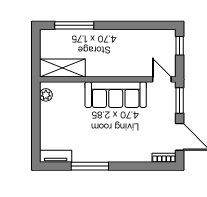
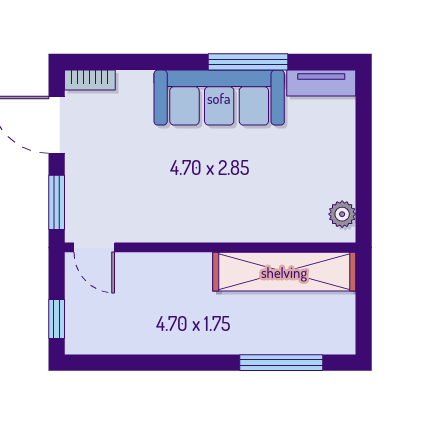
shelving: (62, 68) -> (284, 272), width x1.47
sofa: (116, 95) -> (219, 98), moved, turned 180

